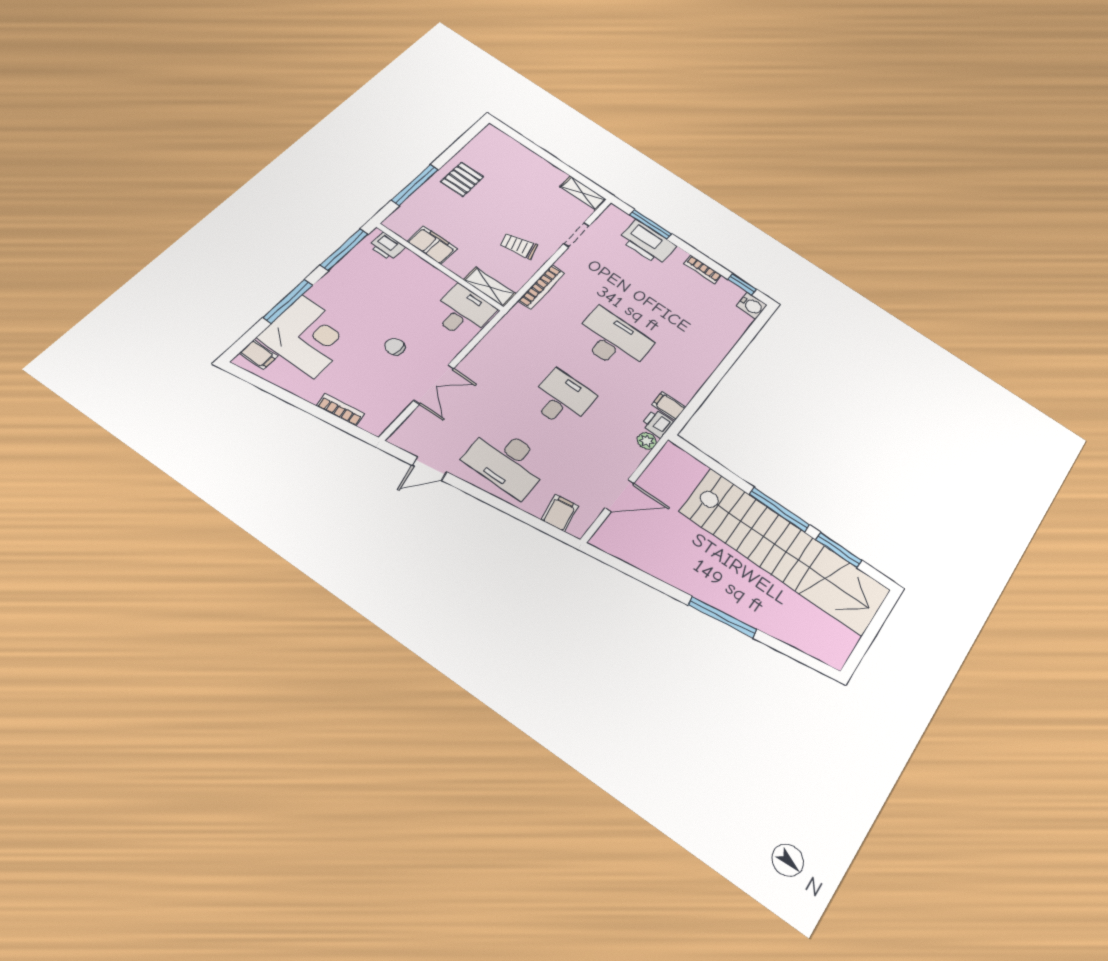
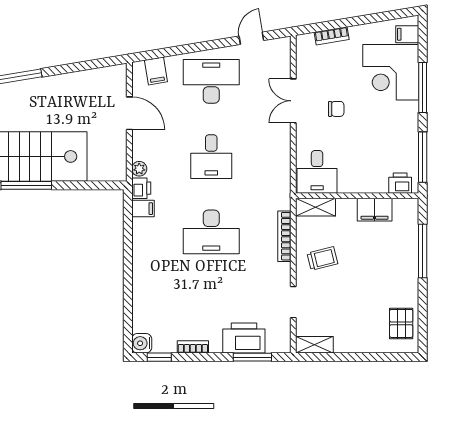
pallet: (462, 179) -> (401, 323), moved
door: (620, 496) -> (129, 113), swing flipped

